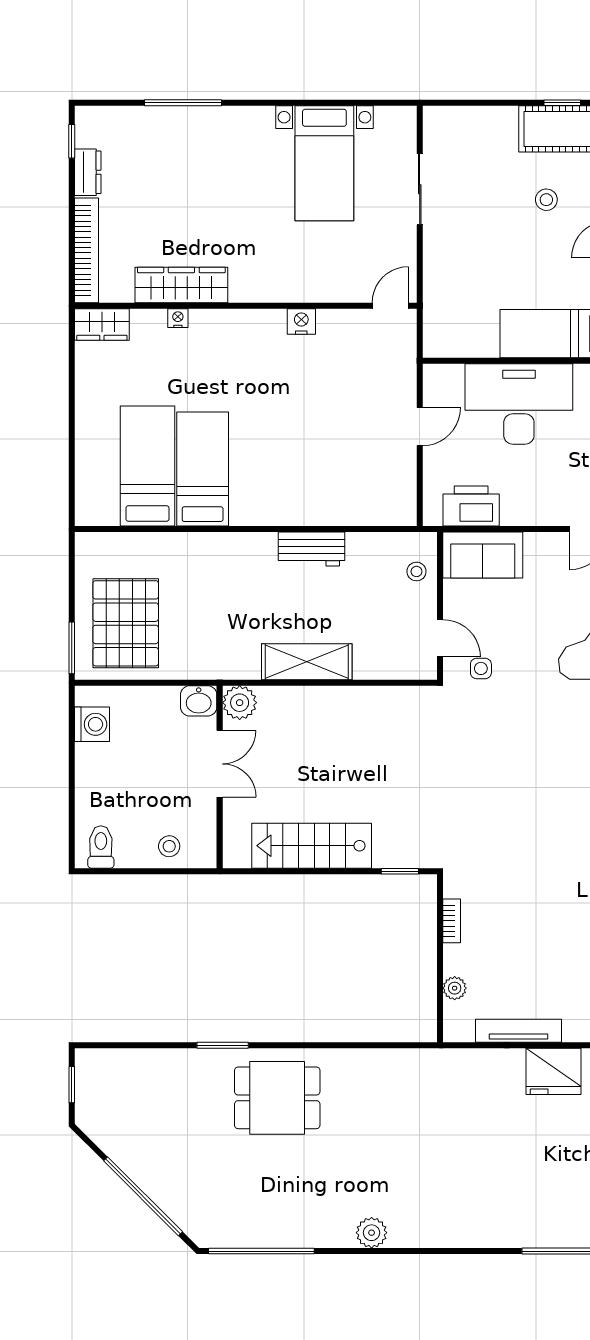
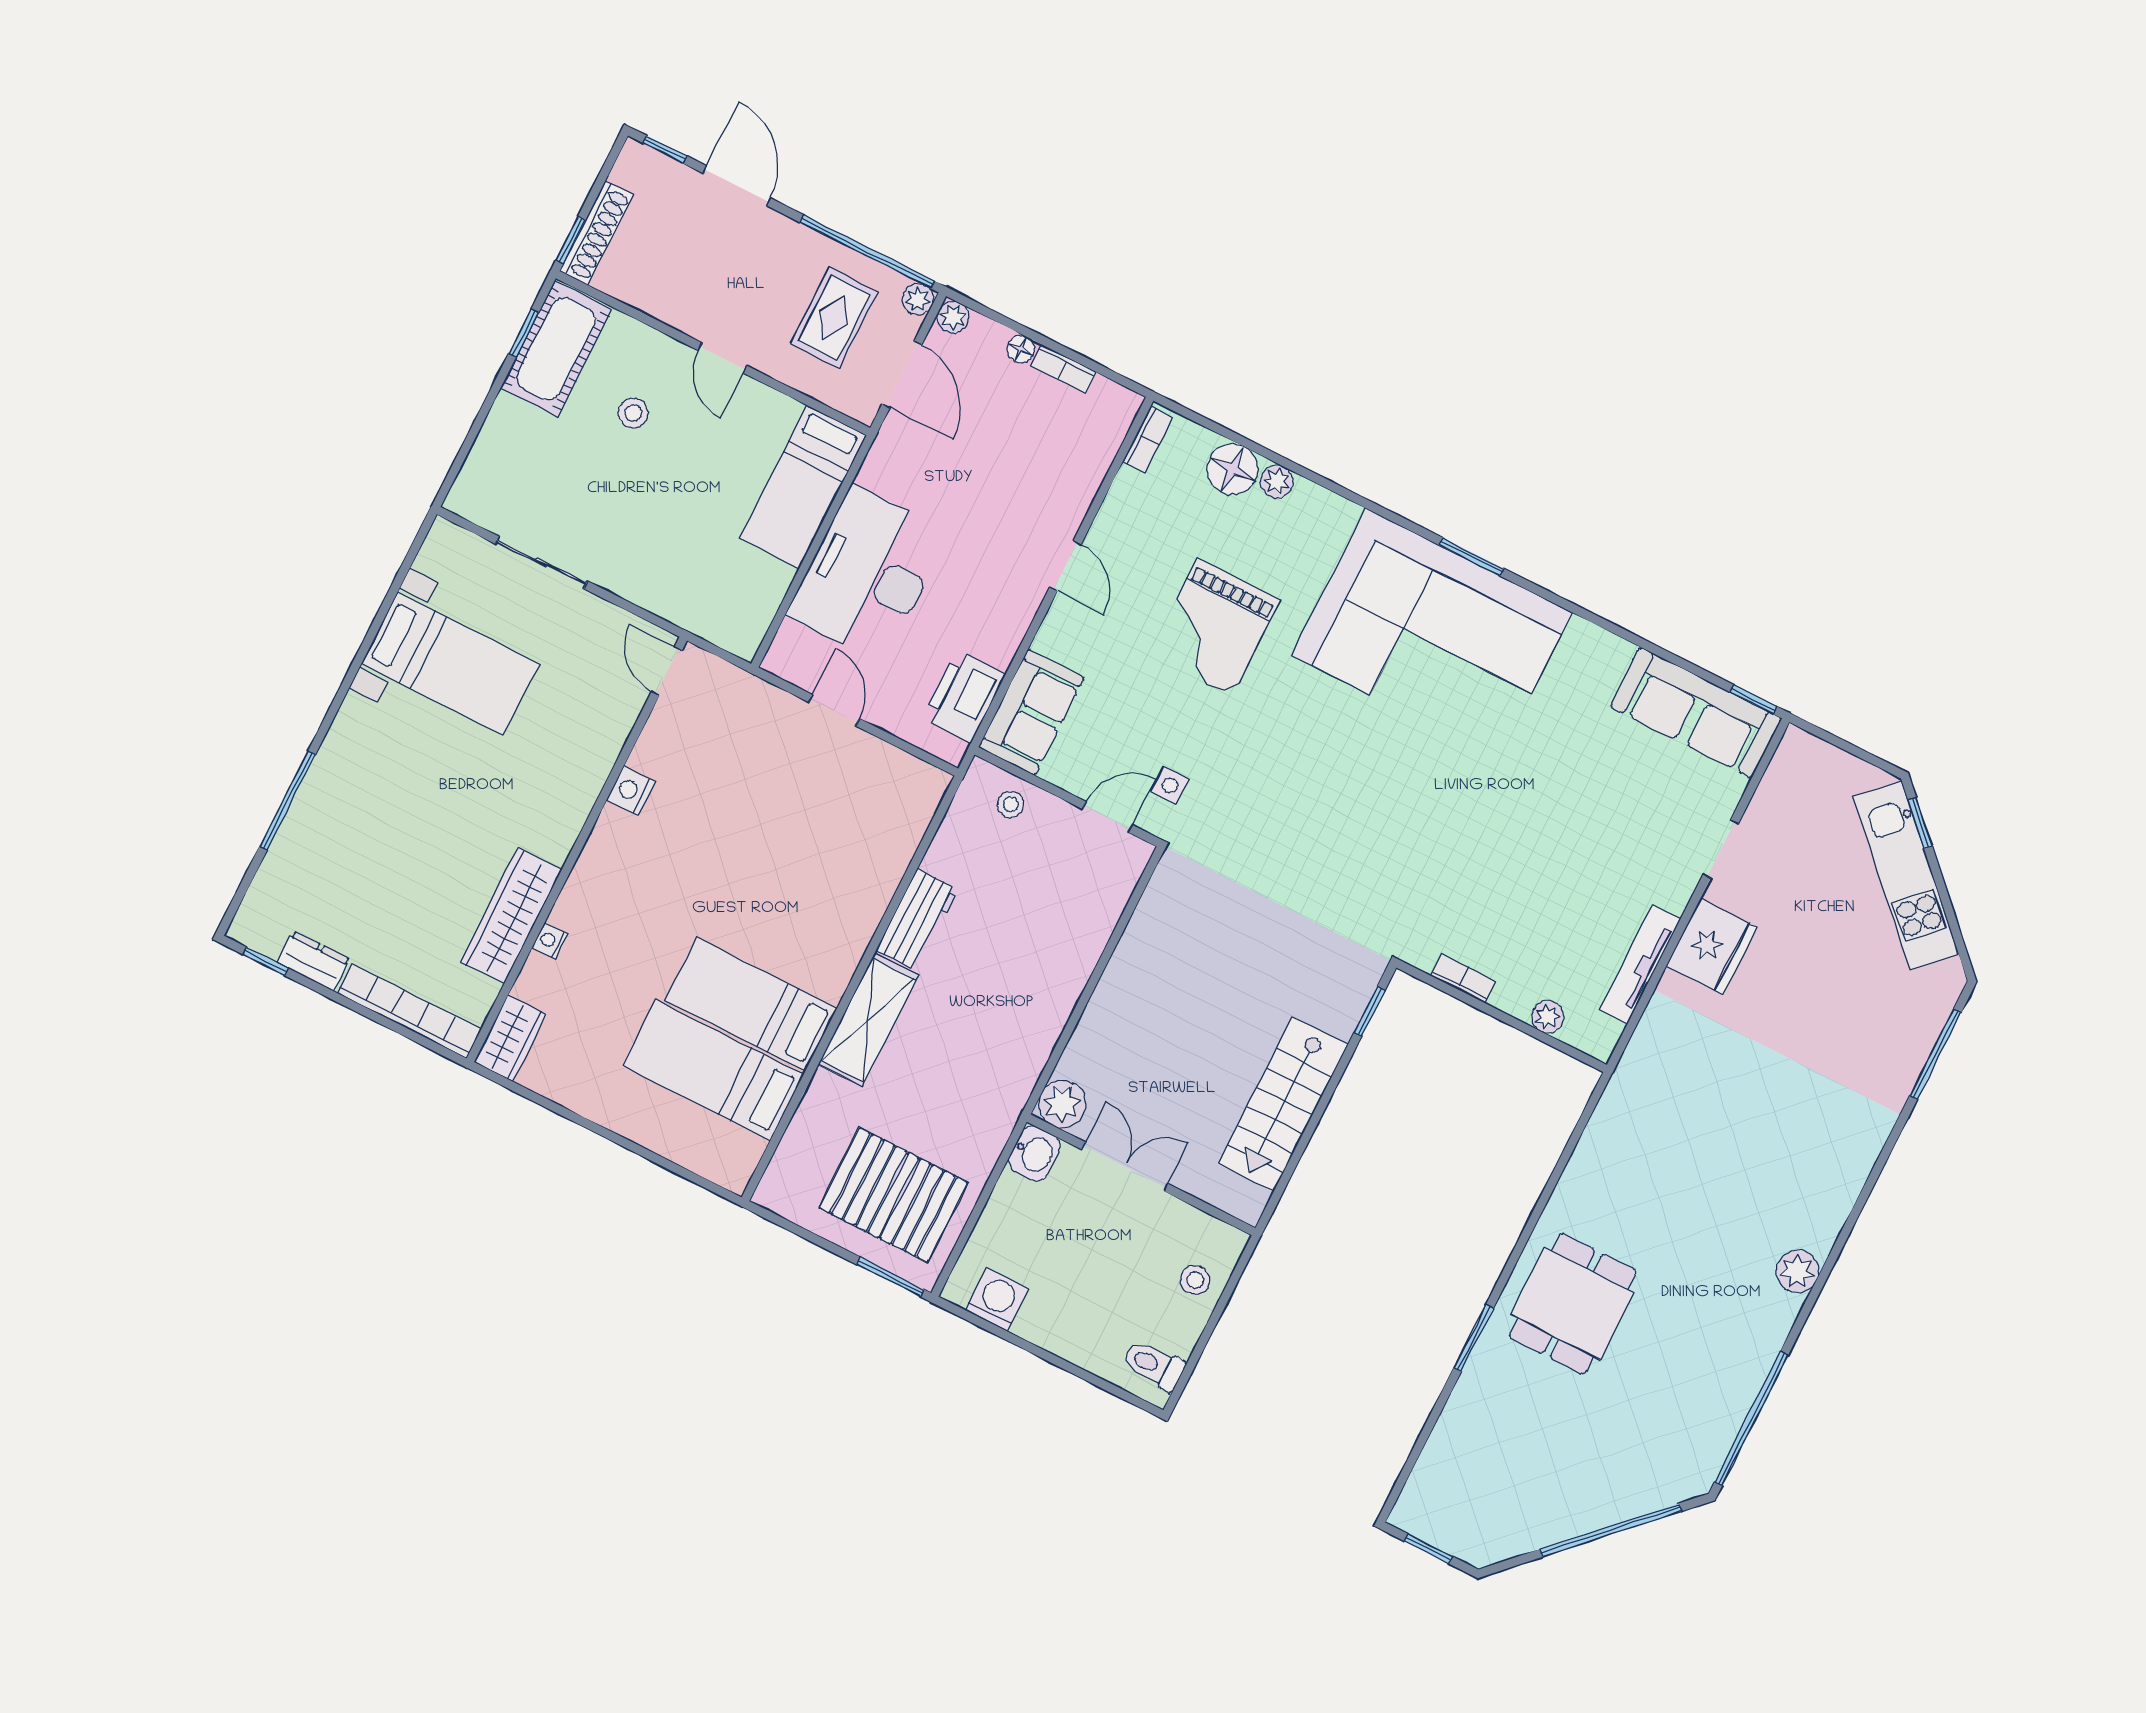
shelving: (307, 662) -> (868, 1020), moved

